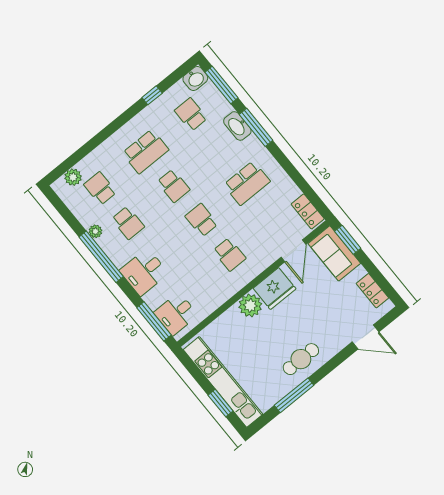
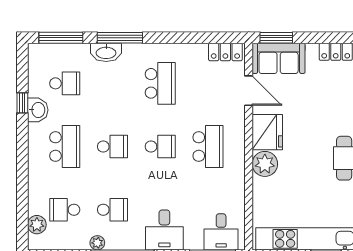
washbasin: (195, 78) -> (38, 110), moved
school desk: (191, 114) -> (65, 83), turned 180
school desk: (201, 220) -> (160, 147), turned 180
school desk: (229, 254) -> (208, 147), width x1.85

